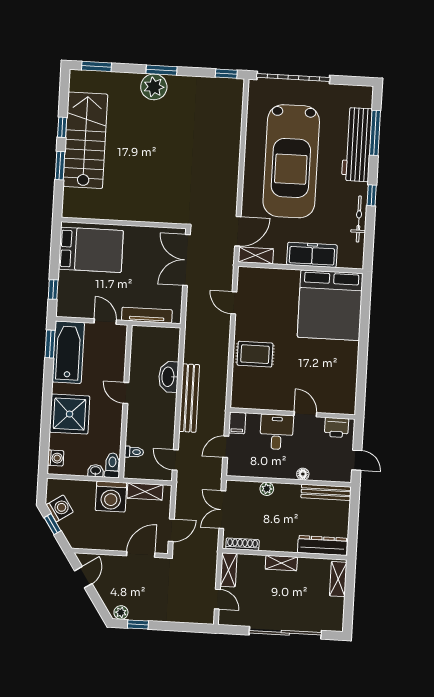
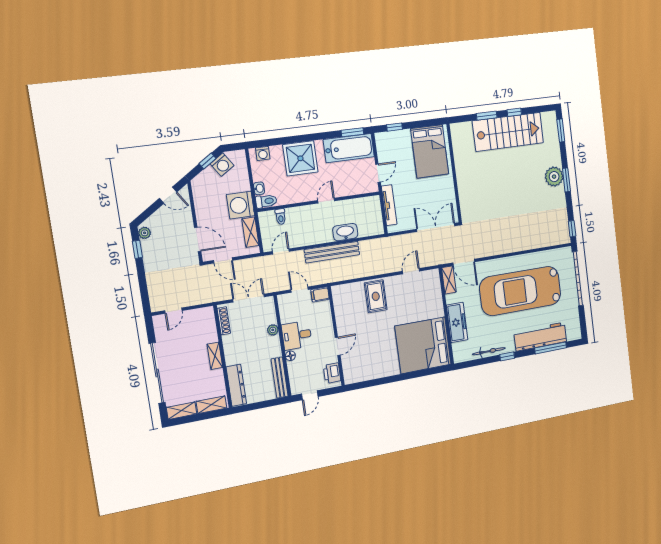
desk: (277, 432) -> (297, 335), moved, turned 180
shelving: (229, 570) -> (182, 411), moved

